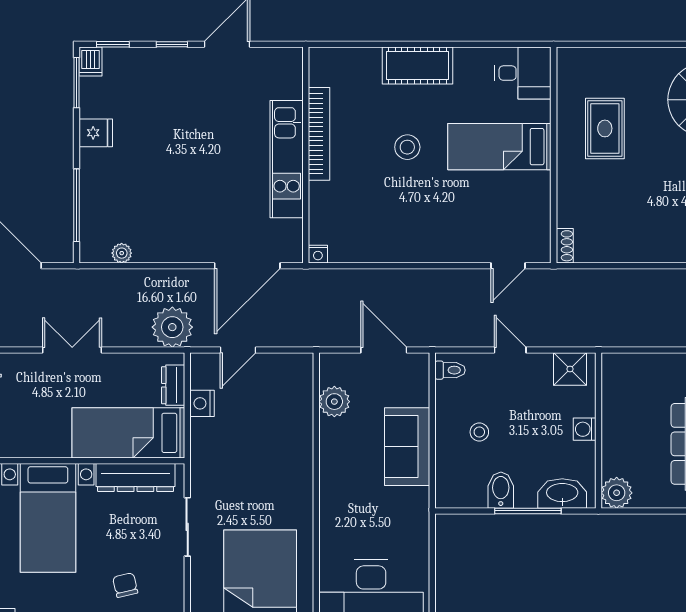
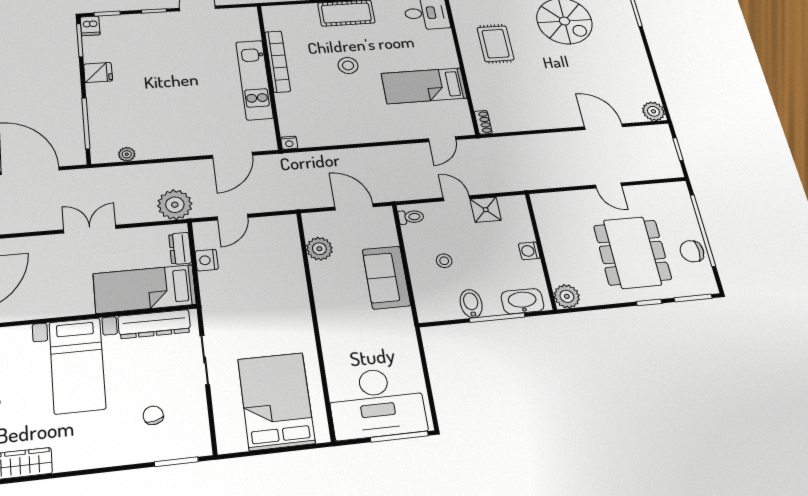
bed: (499, 147) -> (424, 86), moved
door: (247, 266) -> (232, 155), width x0.73
shower: (570, 369) -> (486, 210), moved

